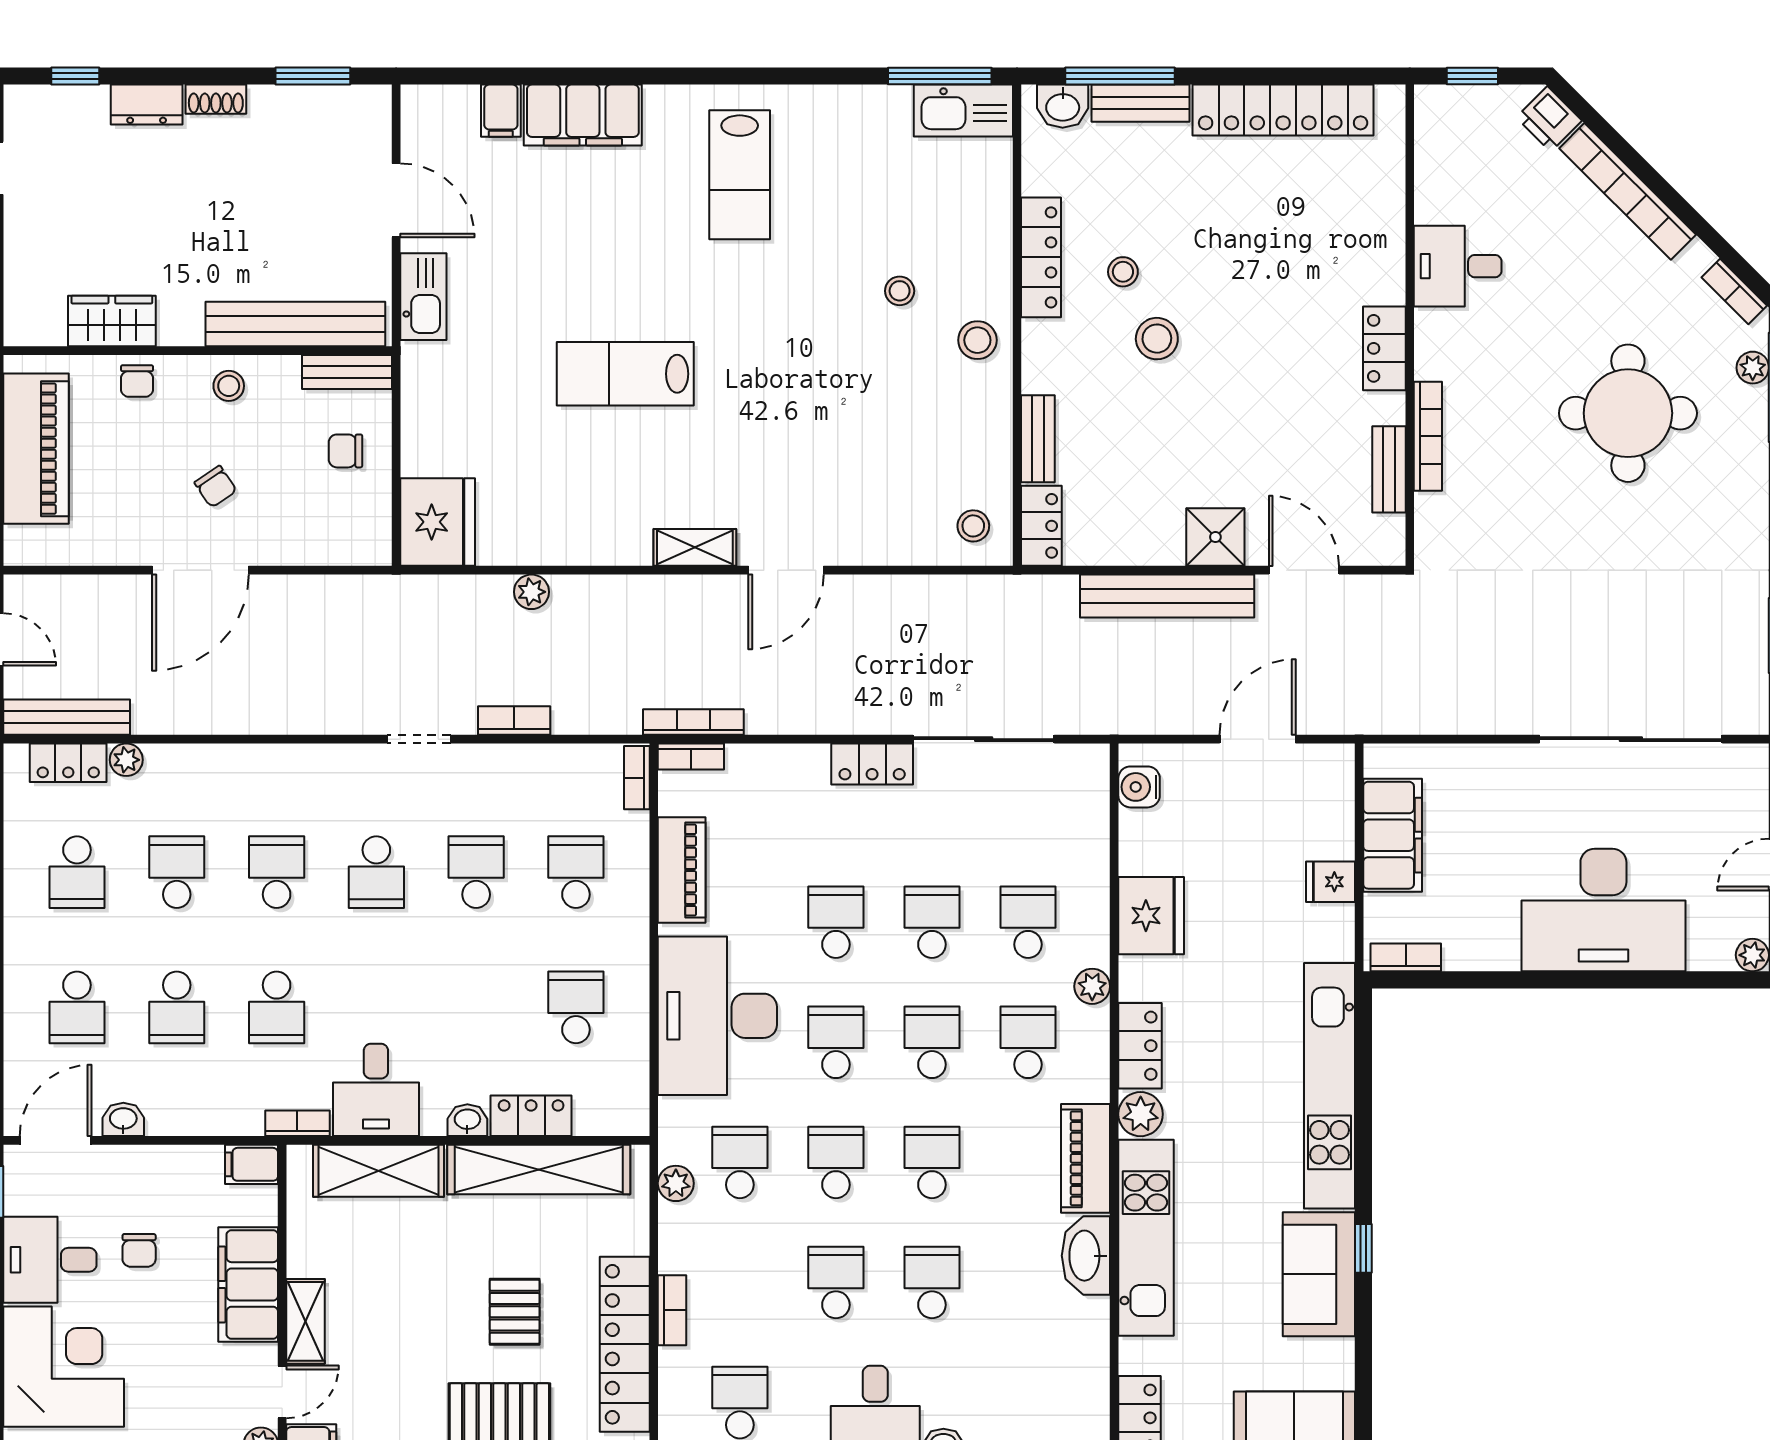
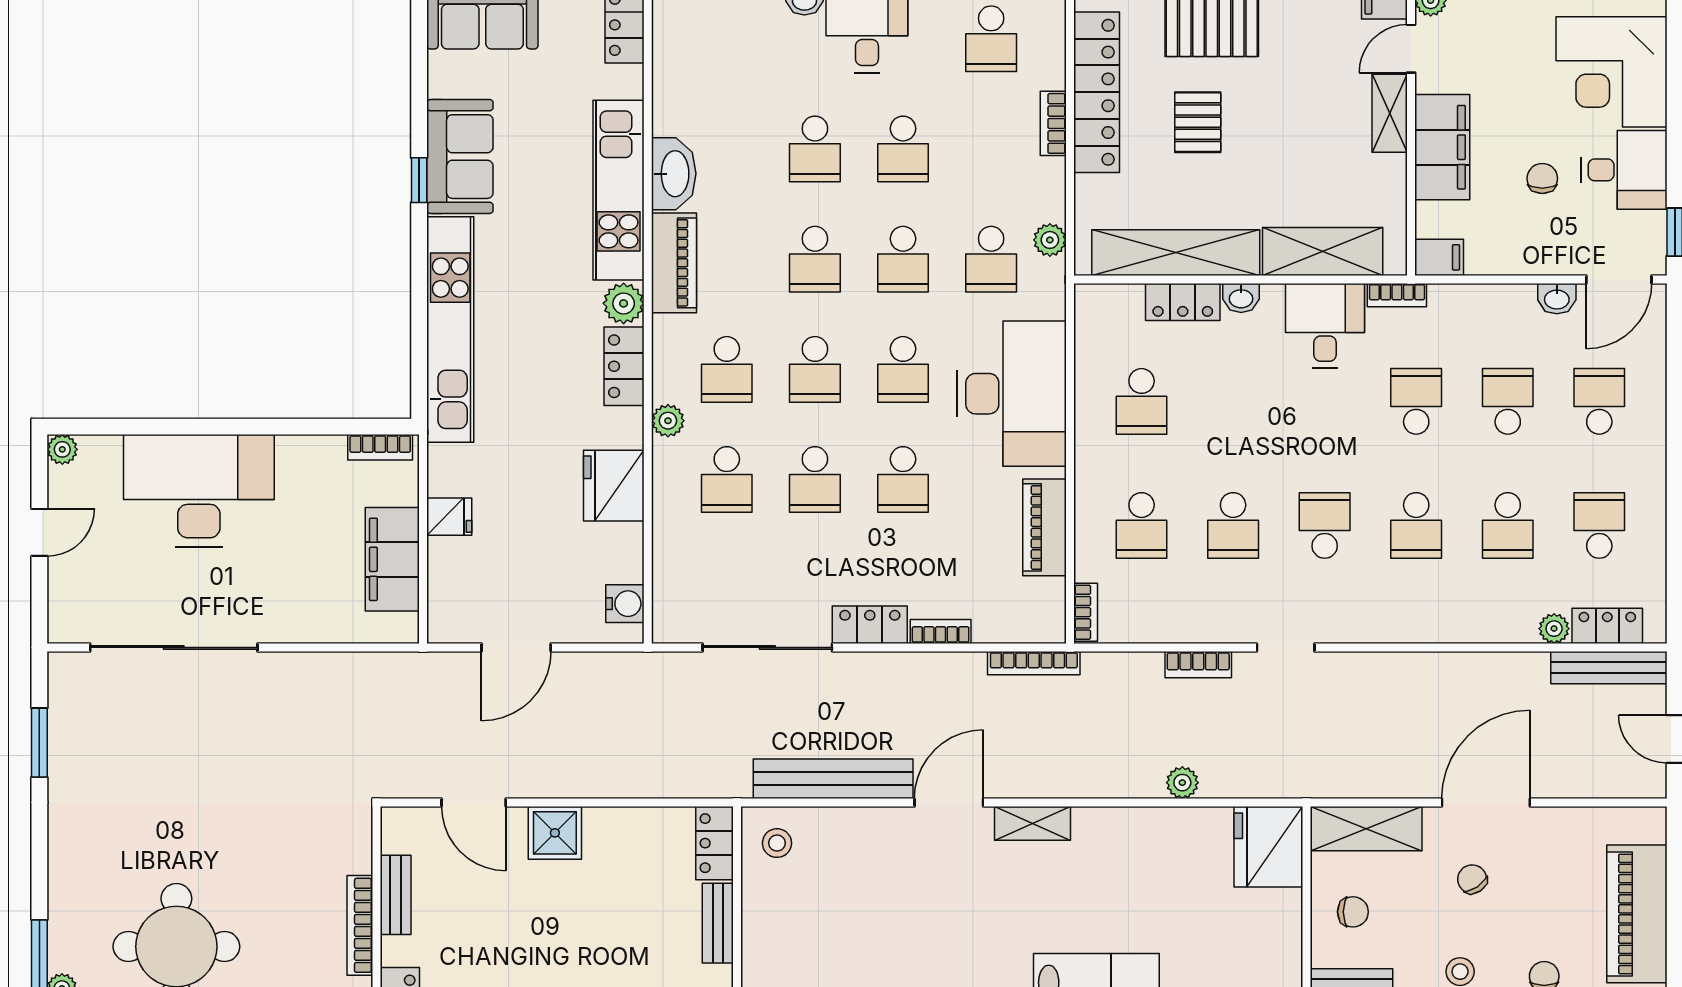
shelving: (331, 542) -> (1366, 829), added
bench: (1167, 596) -> (833, 779), moved
bookcase: (691, 757) -> (941, 631), moved

